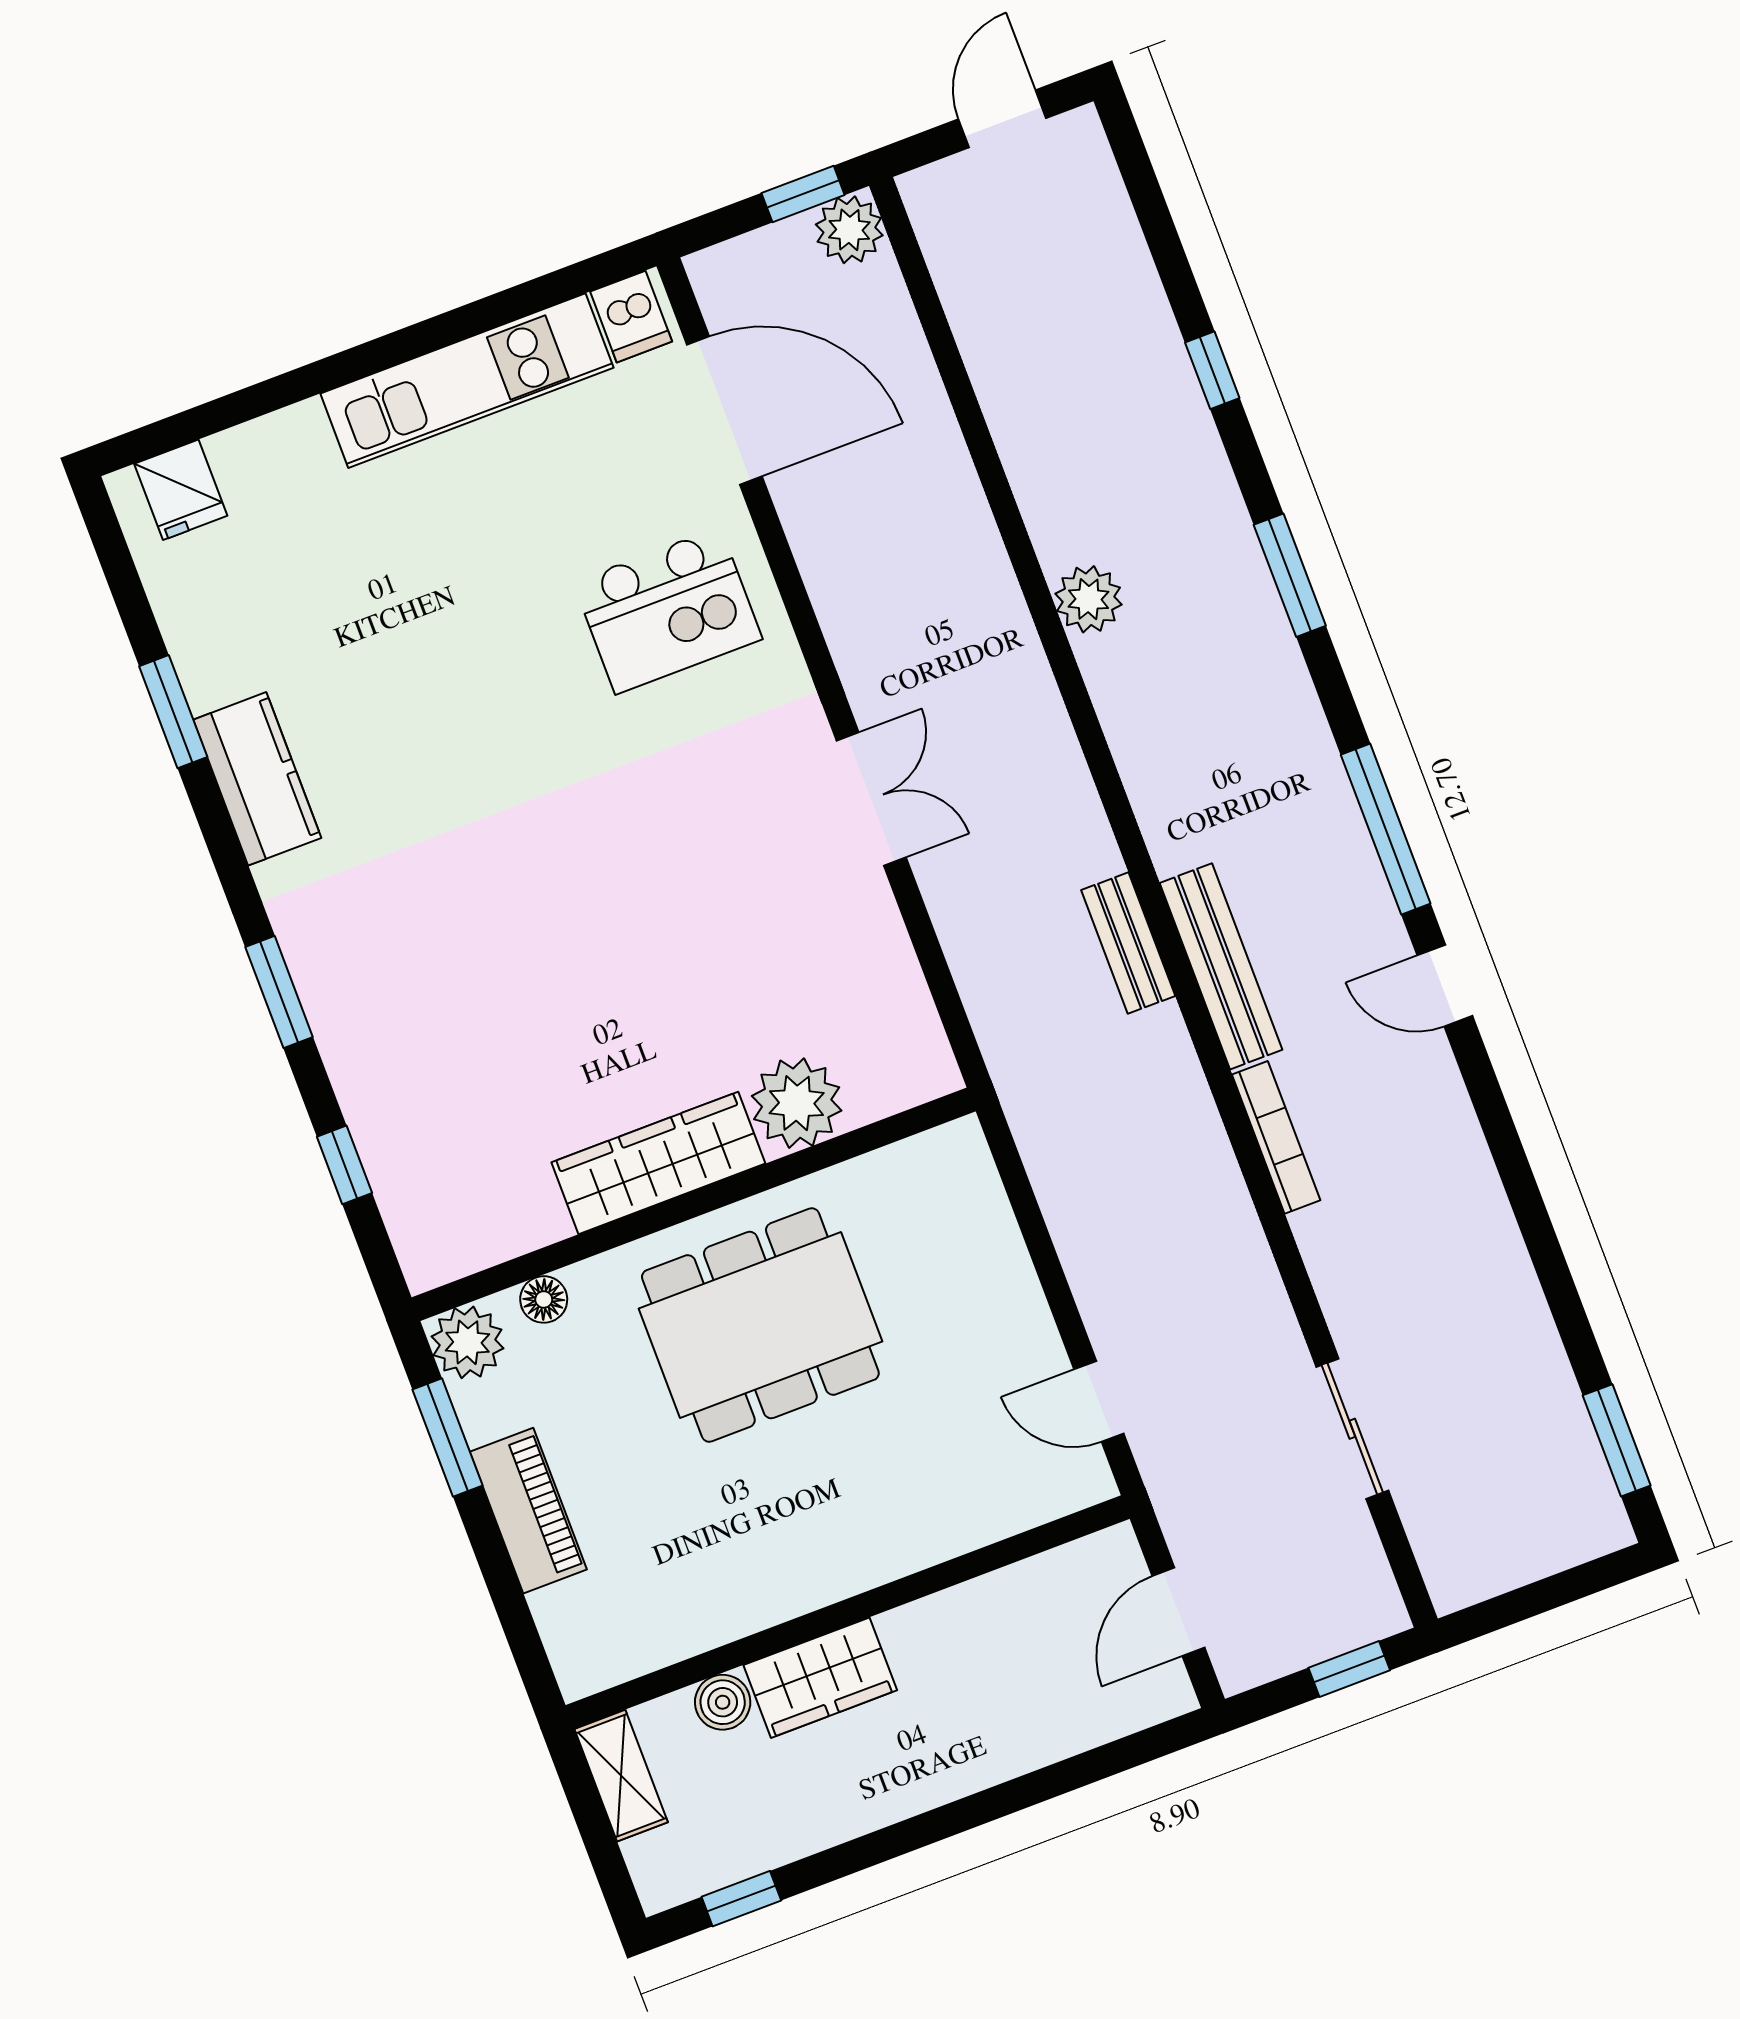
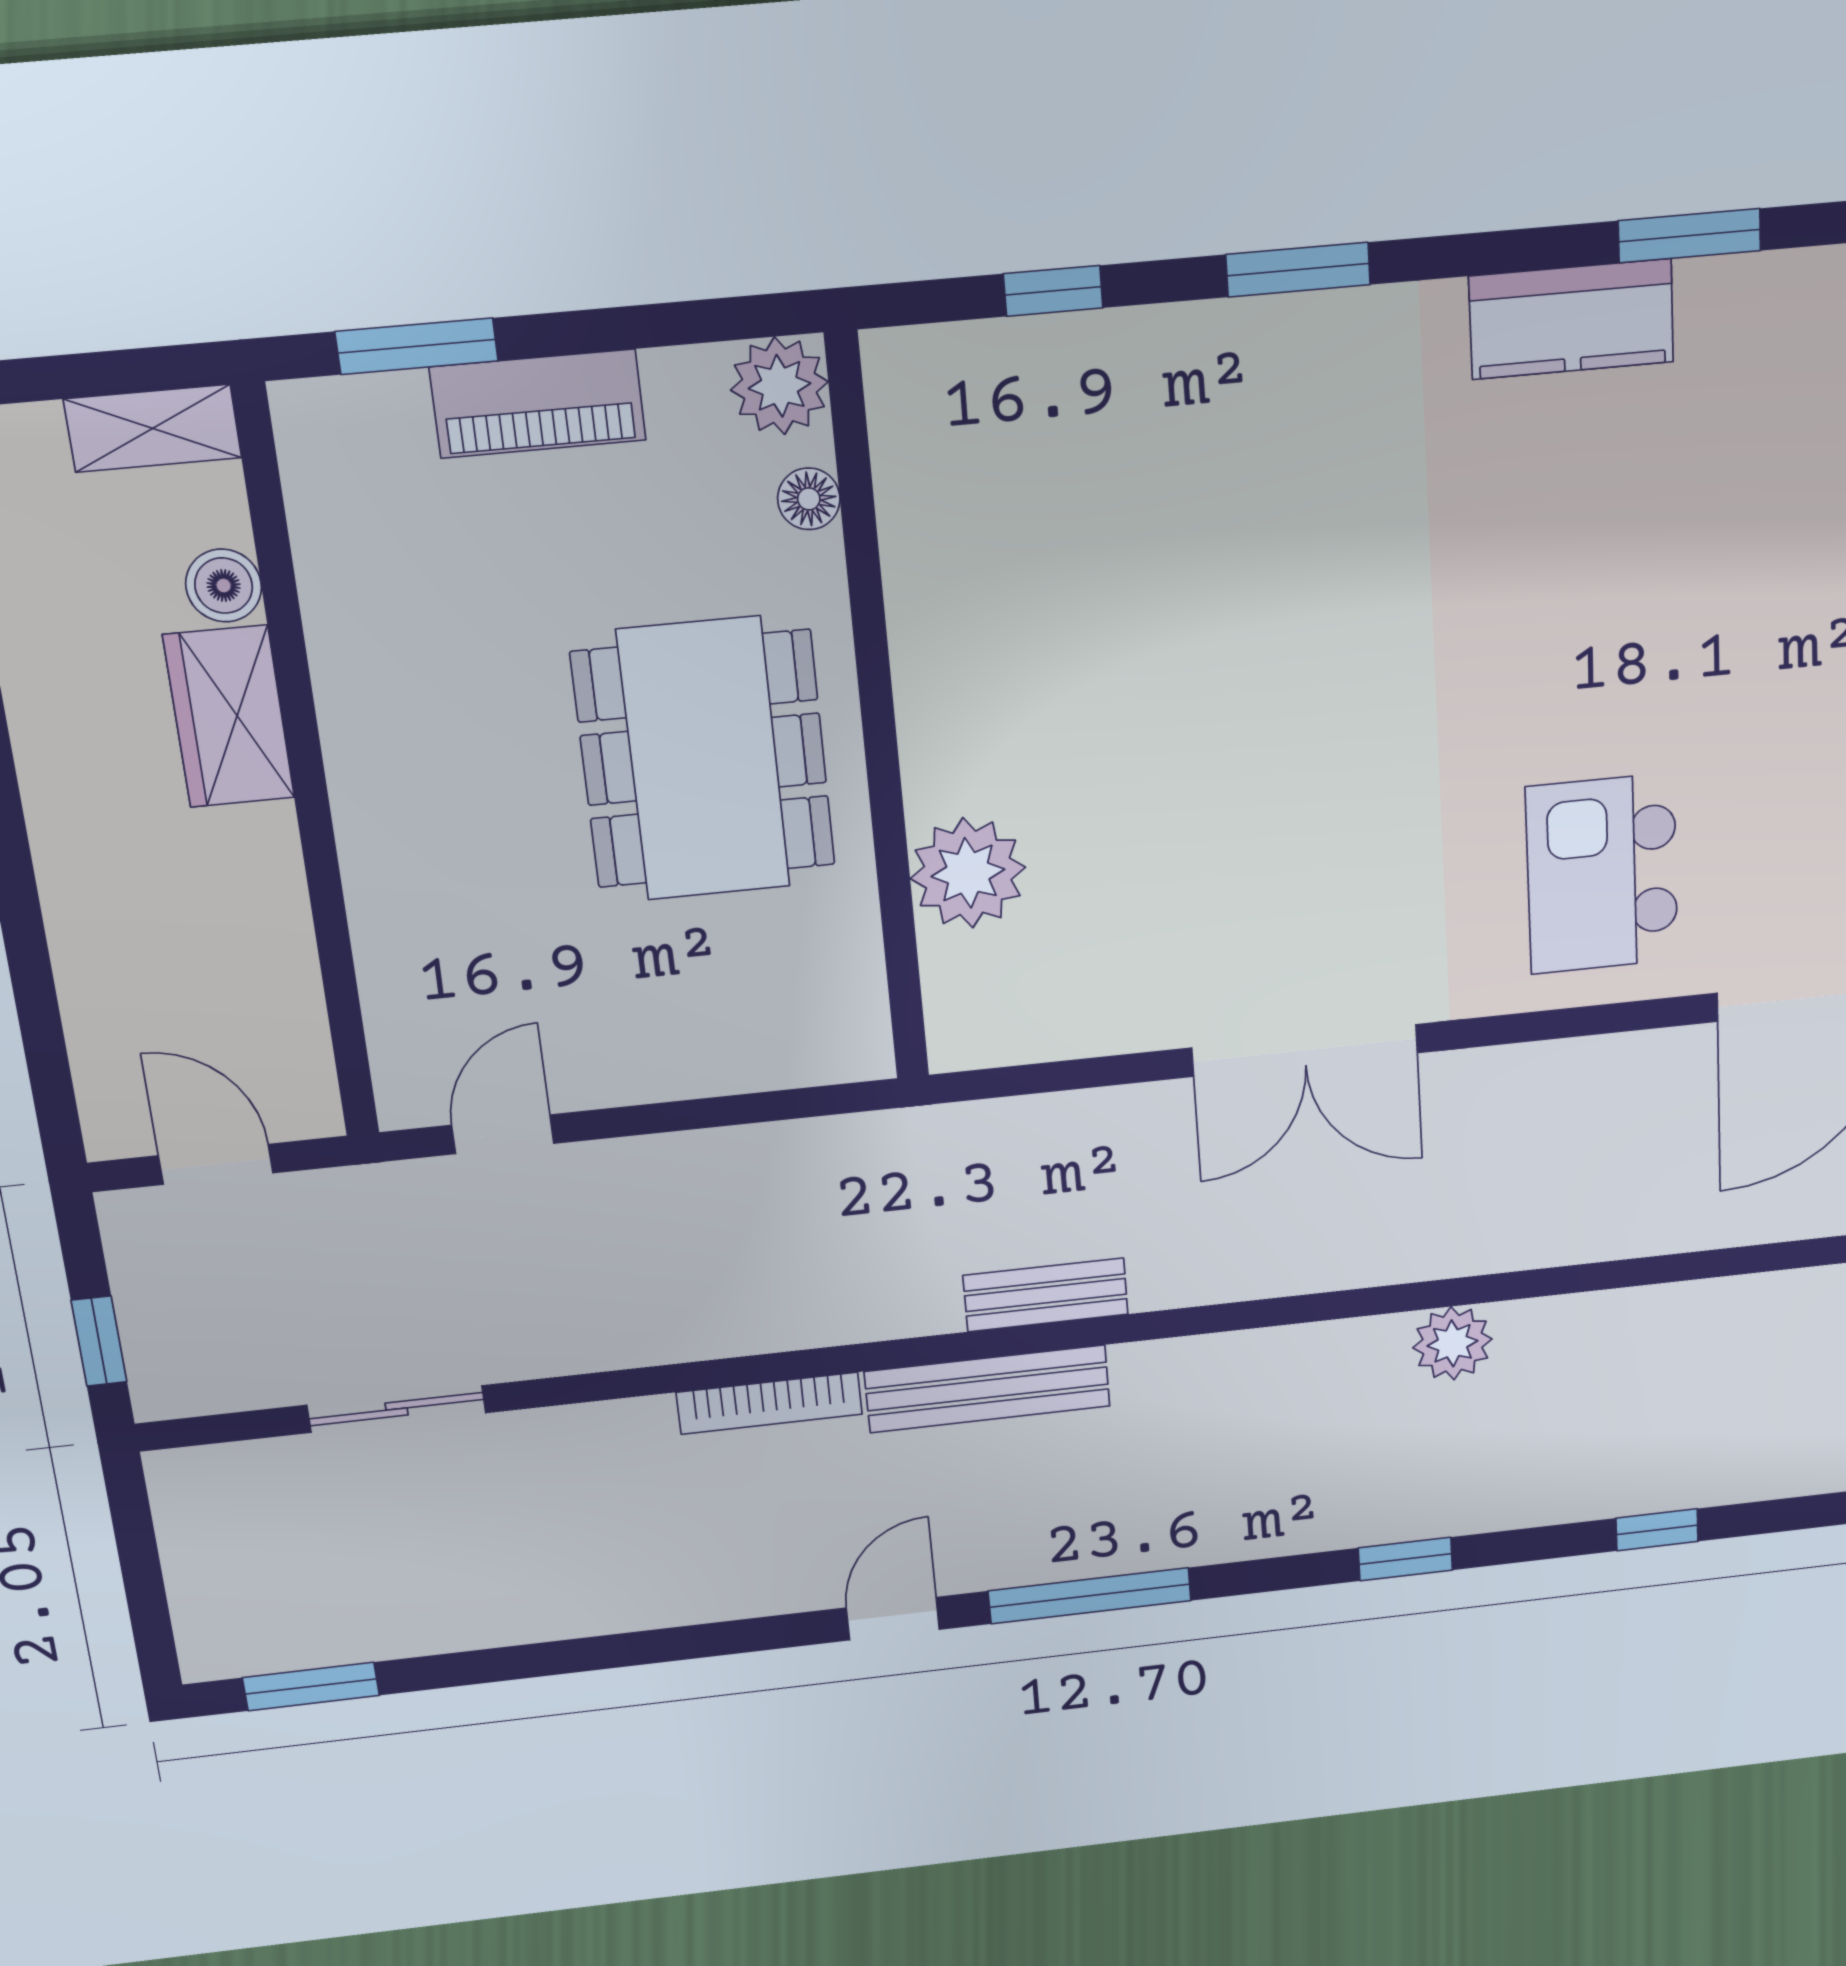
window: (1290, 575) -> (1405, 1559), width x0.67
double door: (871, 799) -> (1305, 1050), width x1.37
wardrobe: (658, 1163) -> (942, 688), removed
window: (447, 1438) -> (417, 346), moved

